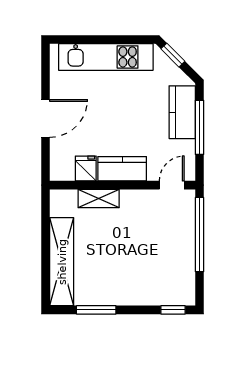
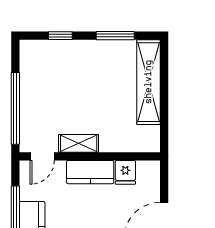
shelving: (99, 198) -> (79, 143), moved
window: (173, 310) -> (60, 36), moved

